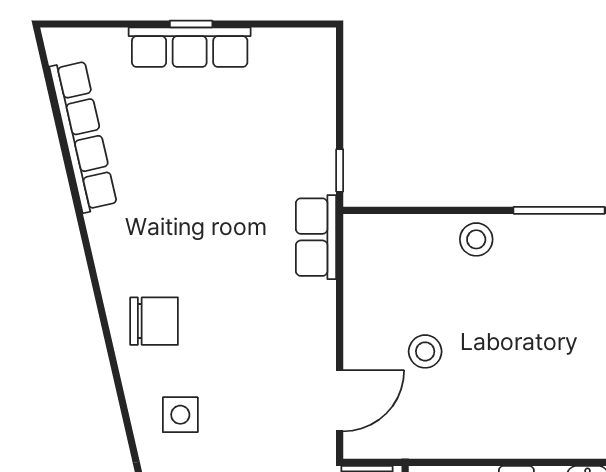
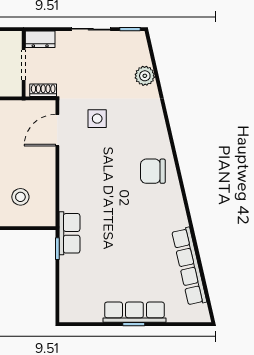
row of seats: (316, 237) -> (69, 233), moved
stool: (425, 351) -> (20, 197), moved
side table: (180, 415) -> (97, 119), moved

